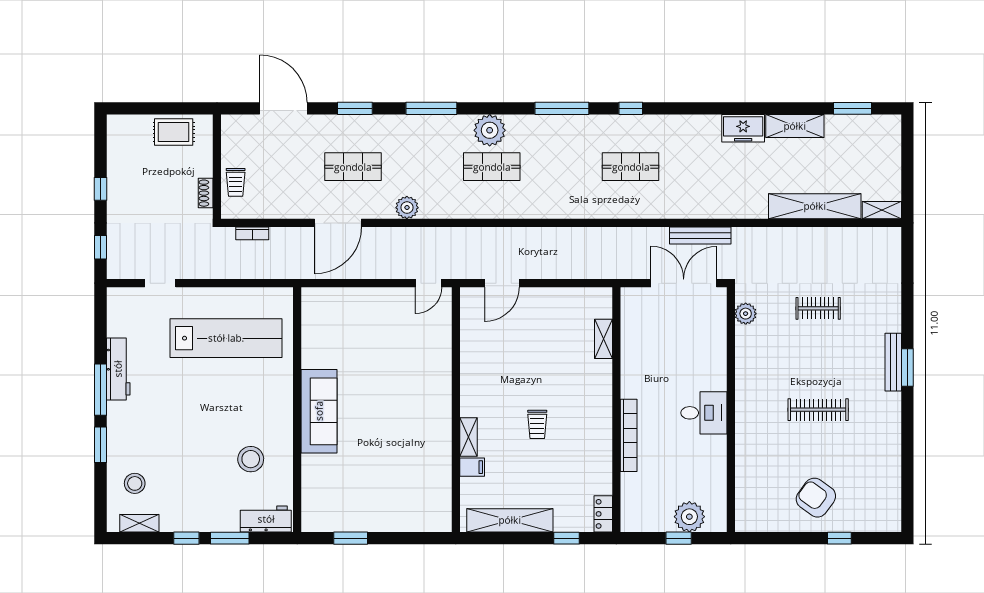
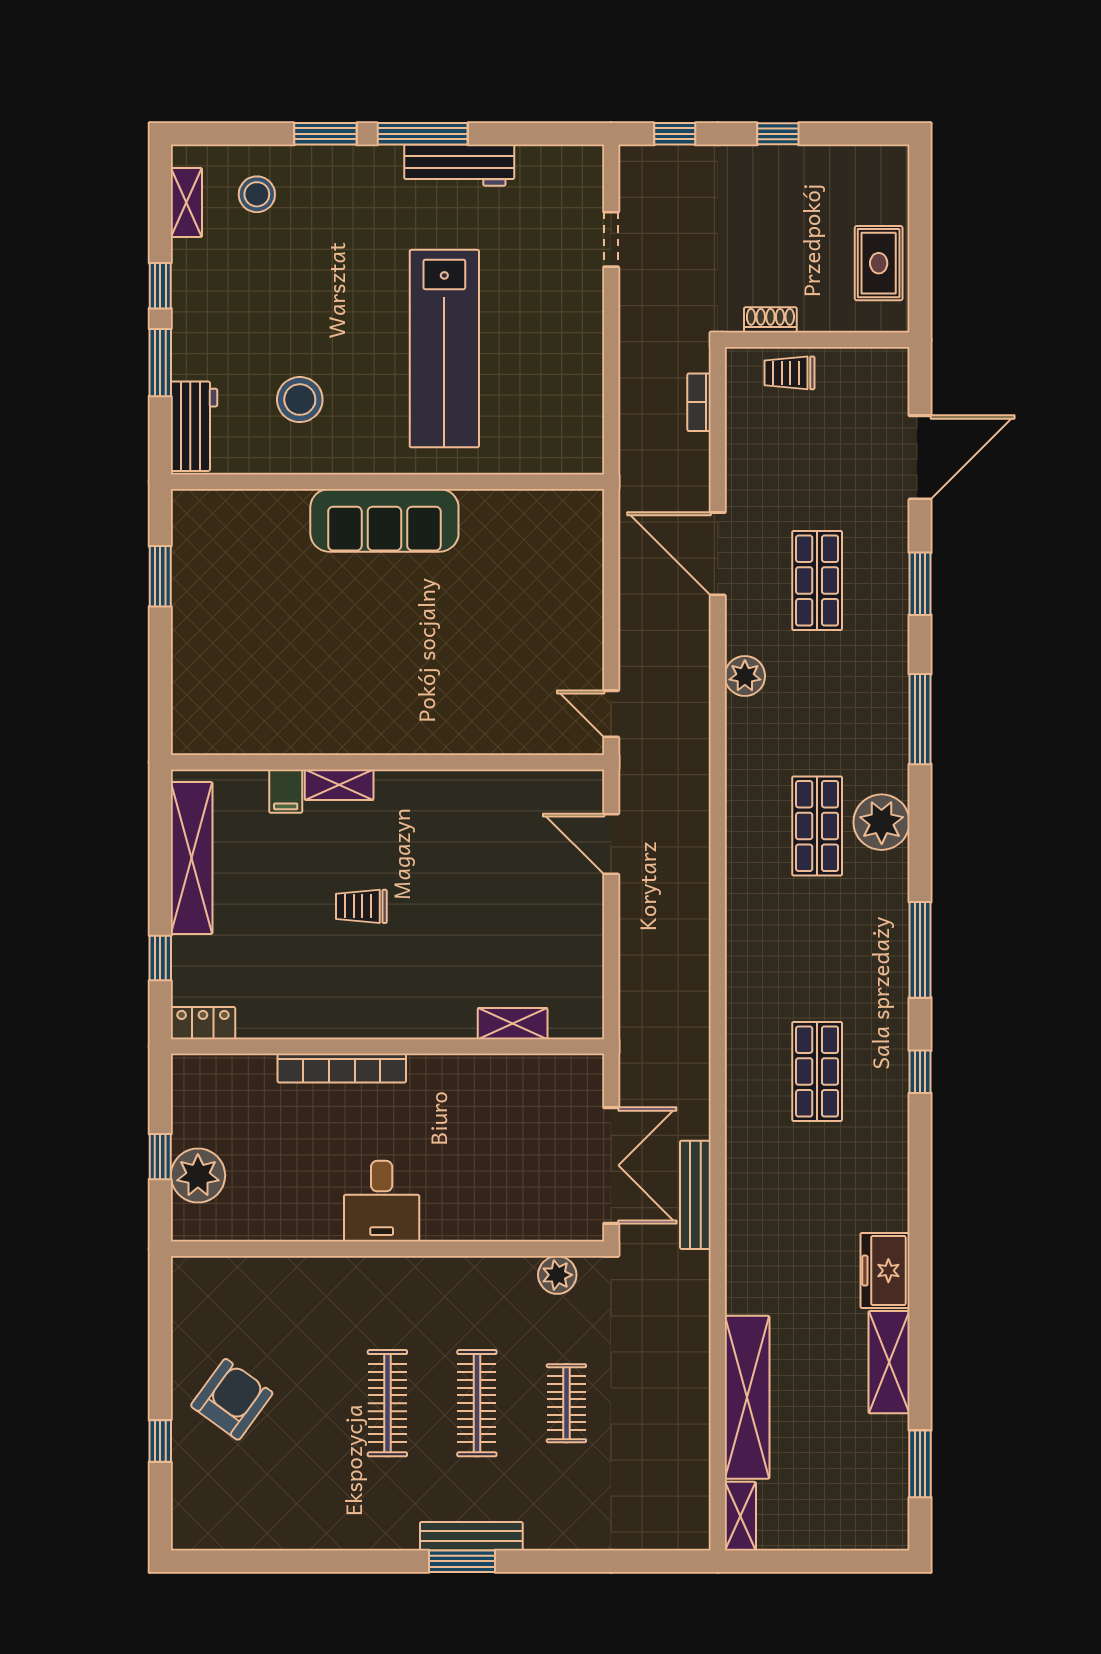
lab bench: (226, 338) -> (444, 349), moved
clothes rail: (818, 359) -> (477, 1403), added

